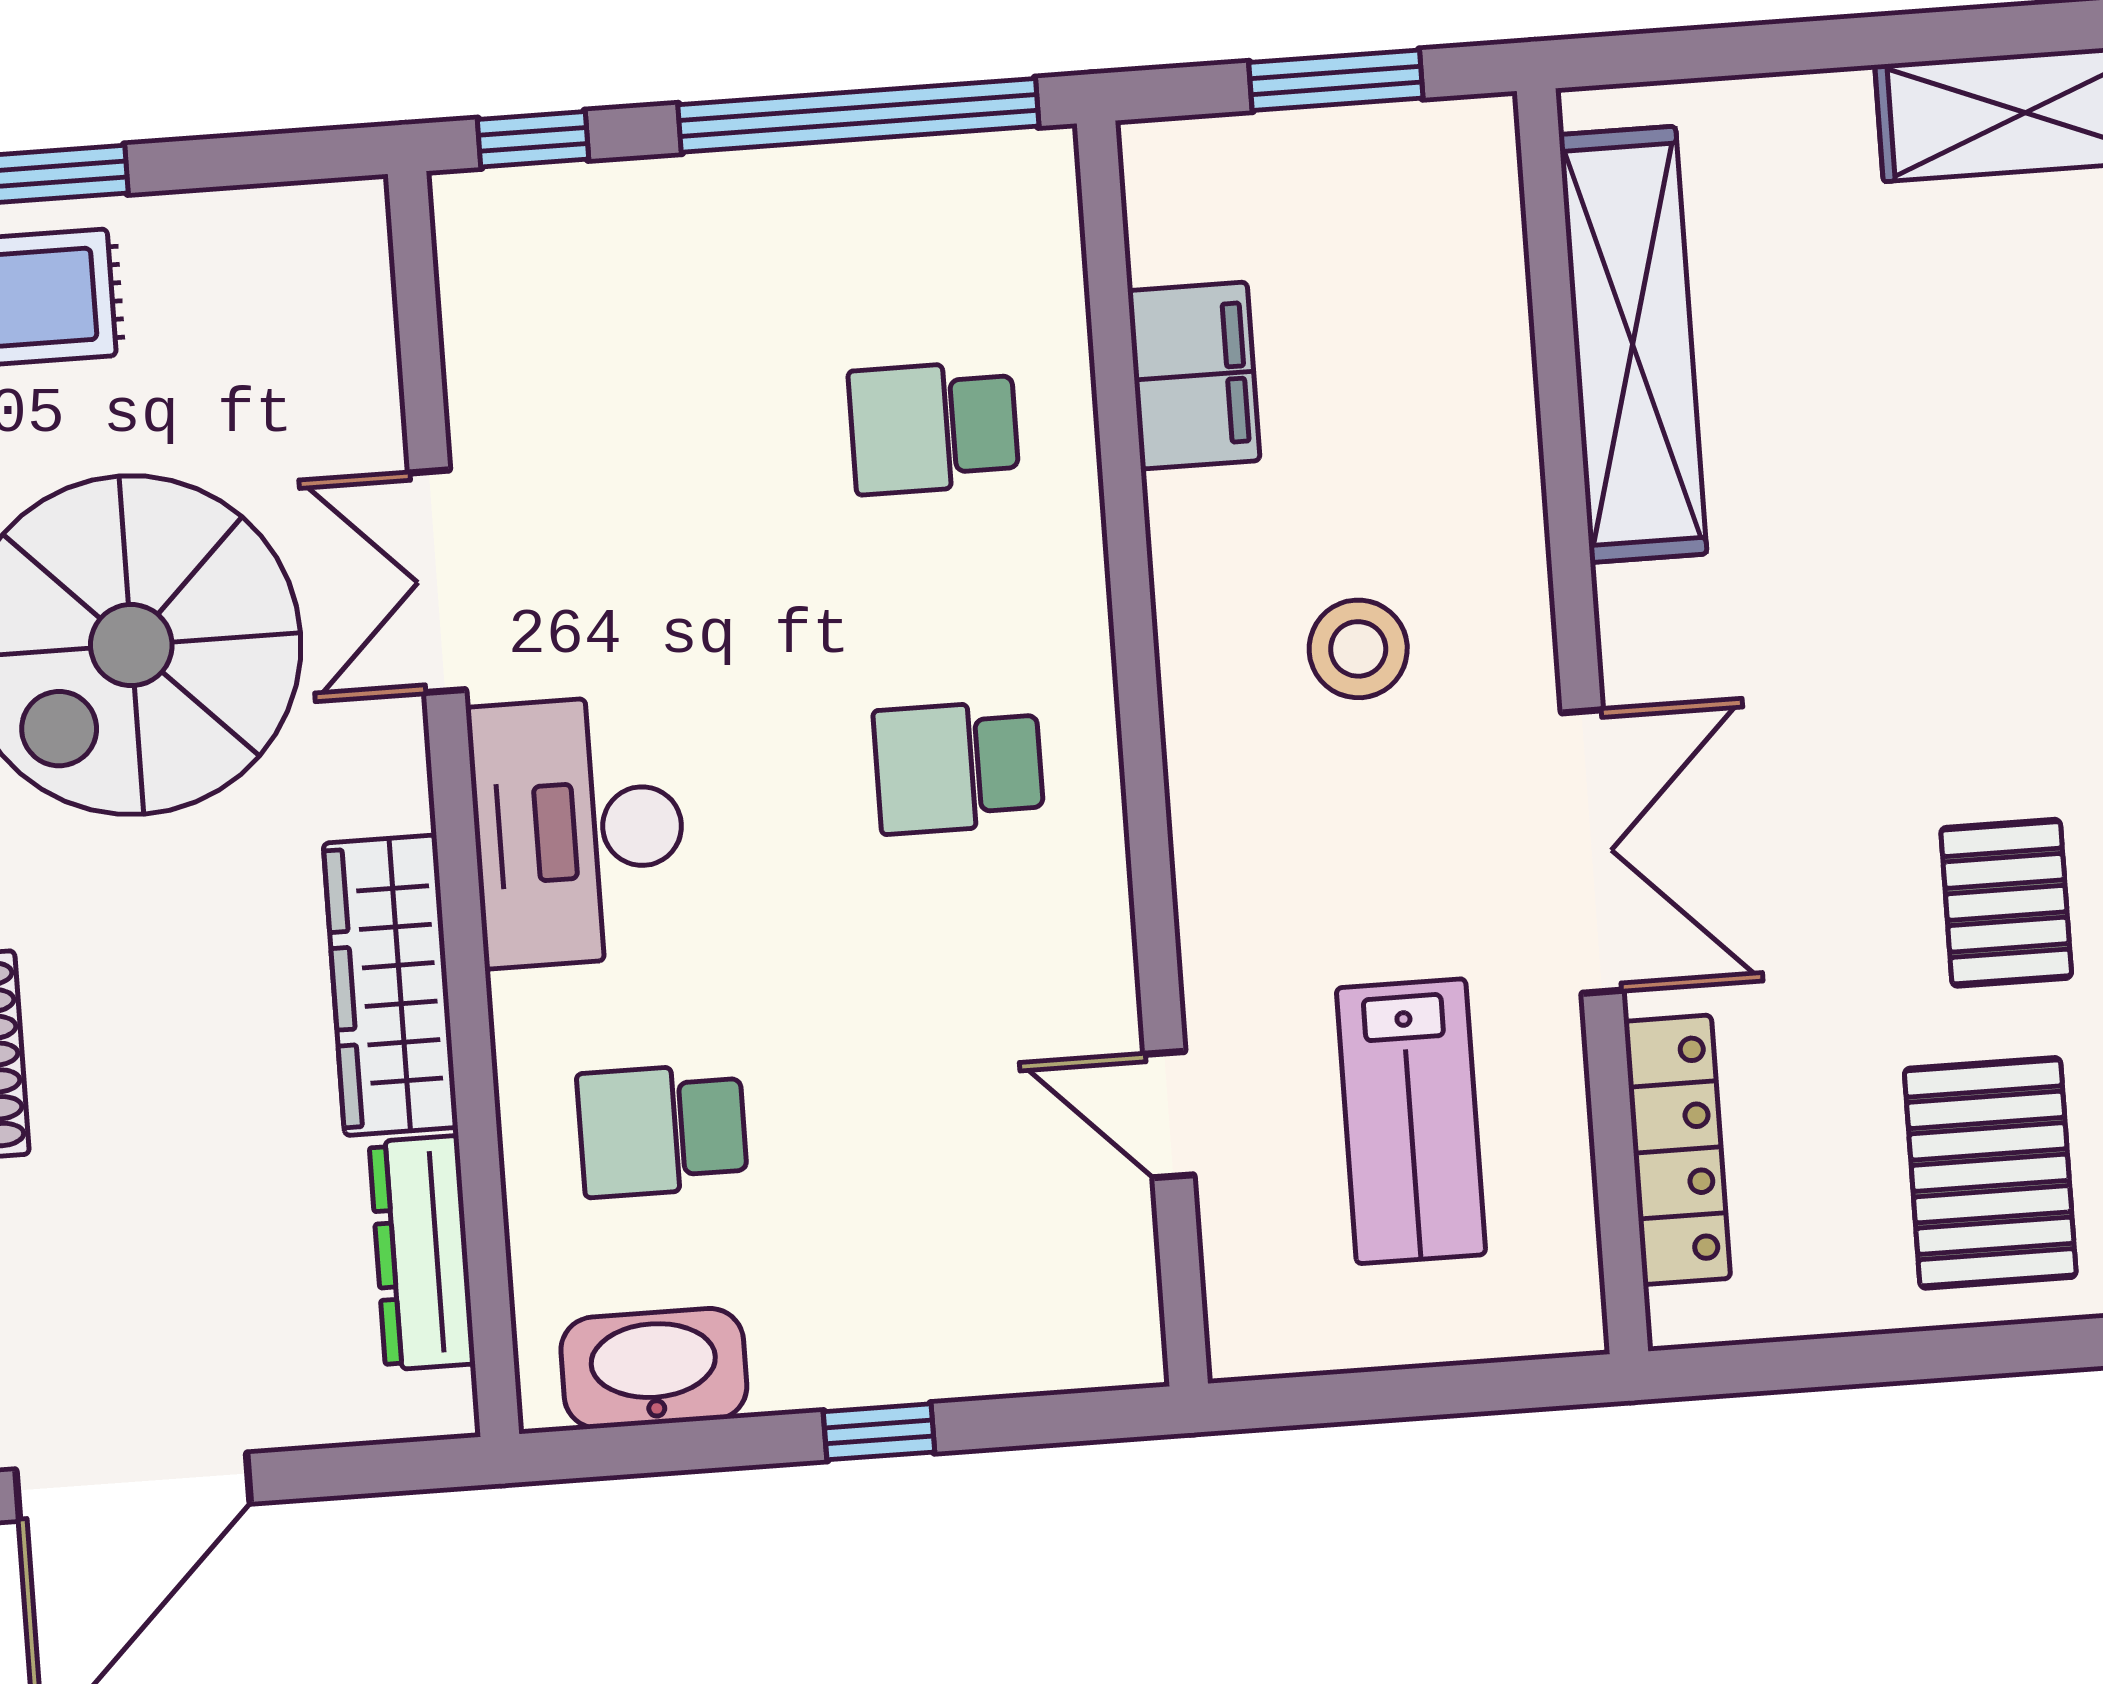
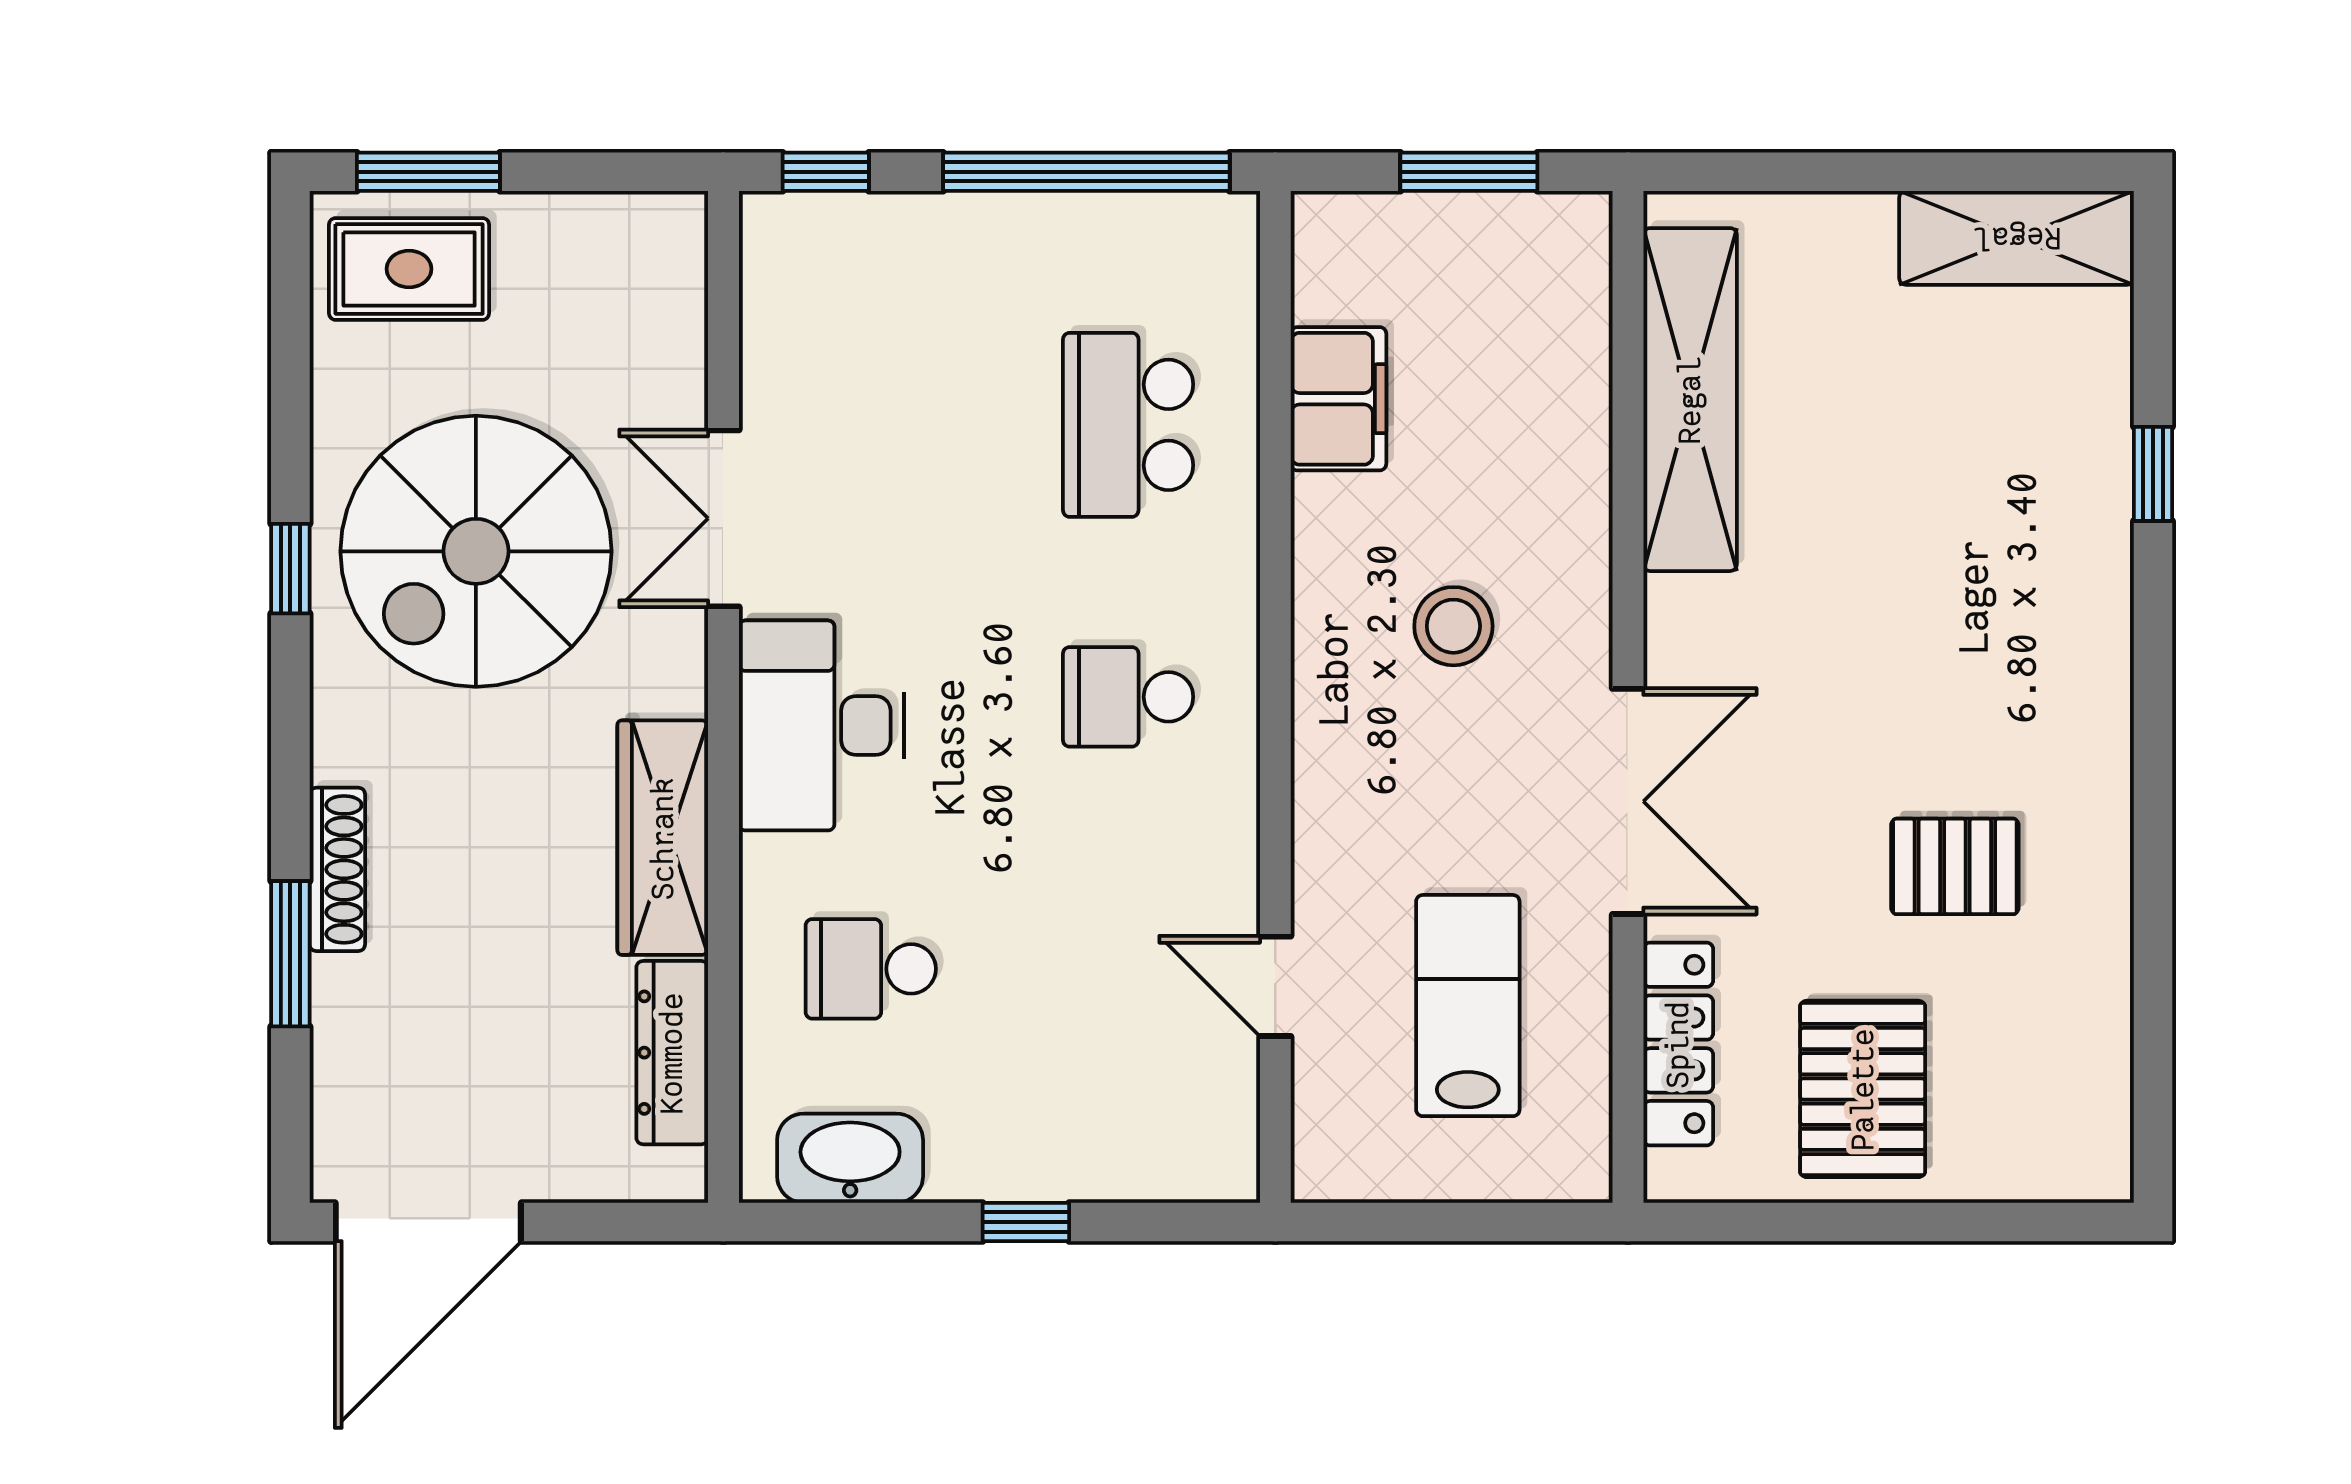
school desk: (934, 427) -> (1128, 425), width x1.85
pallet: (2006, 903) -> (1955, 866), turned 90
lab bench: (1411, 1121) -> (1468, 1006), turned 180
pallet: (1990, 1173) -> (1863, 1089), moved

